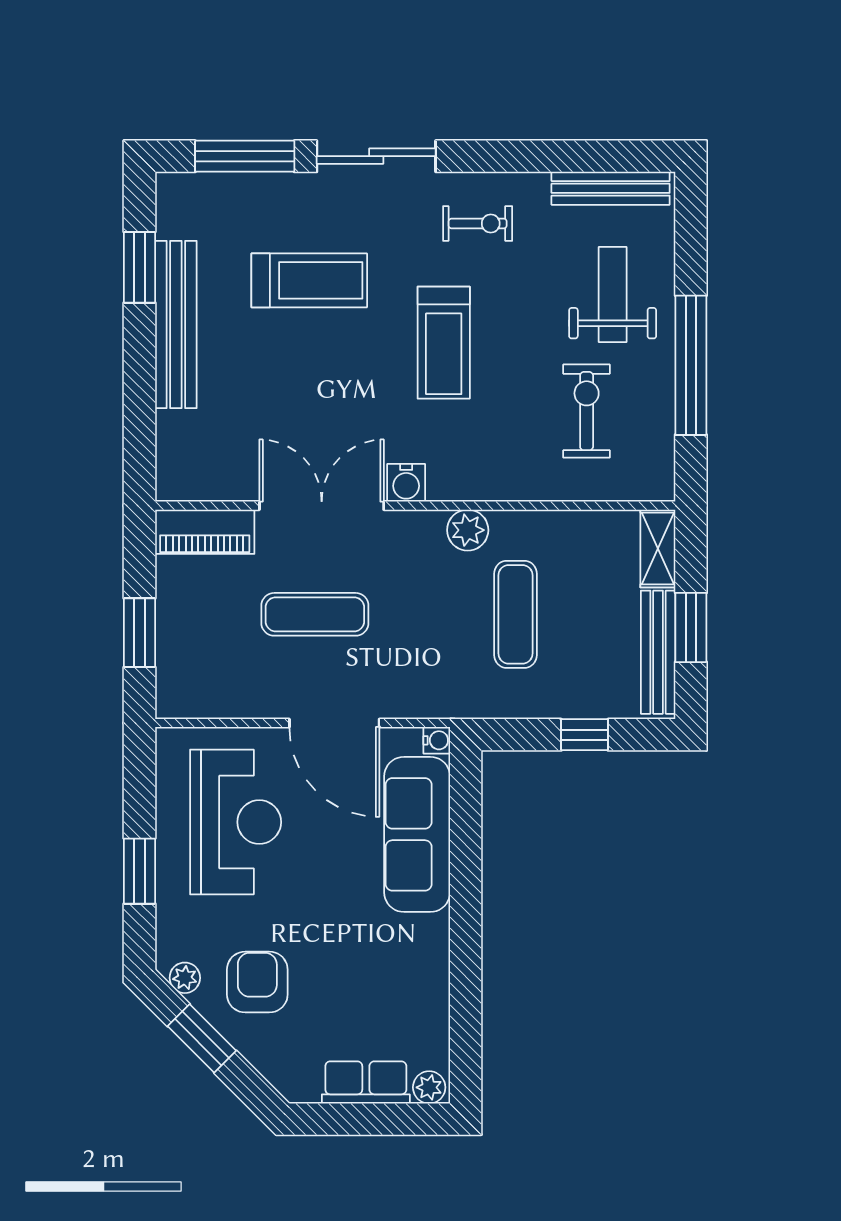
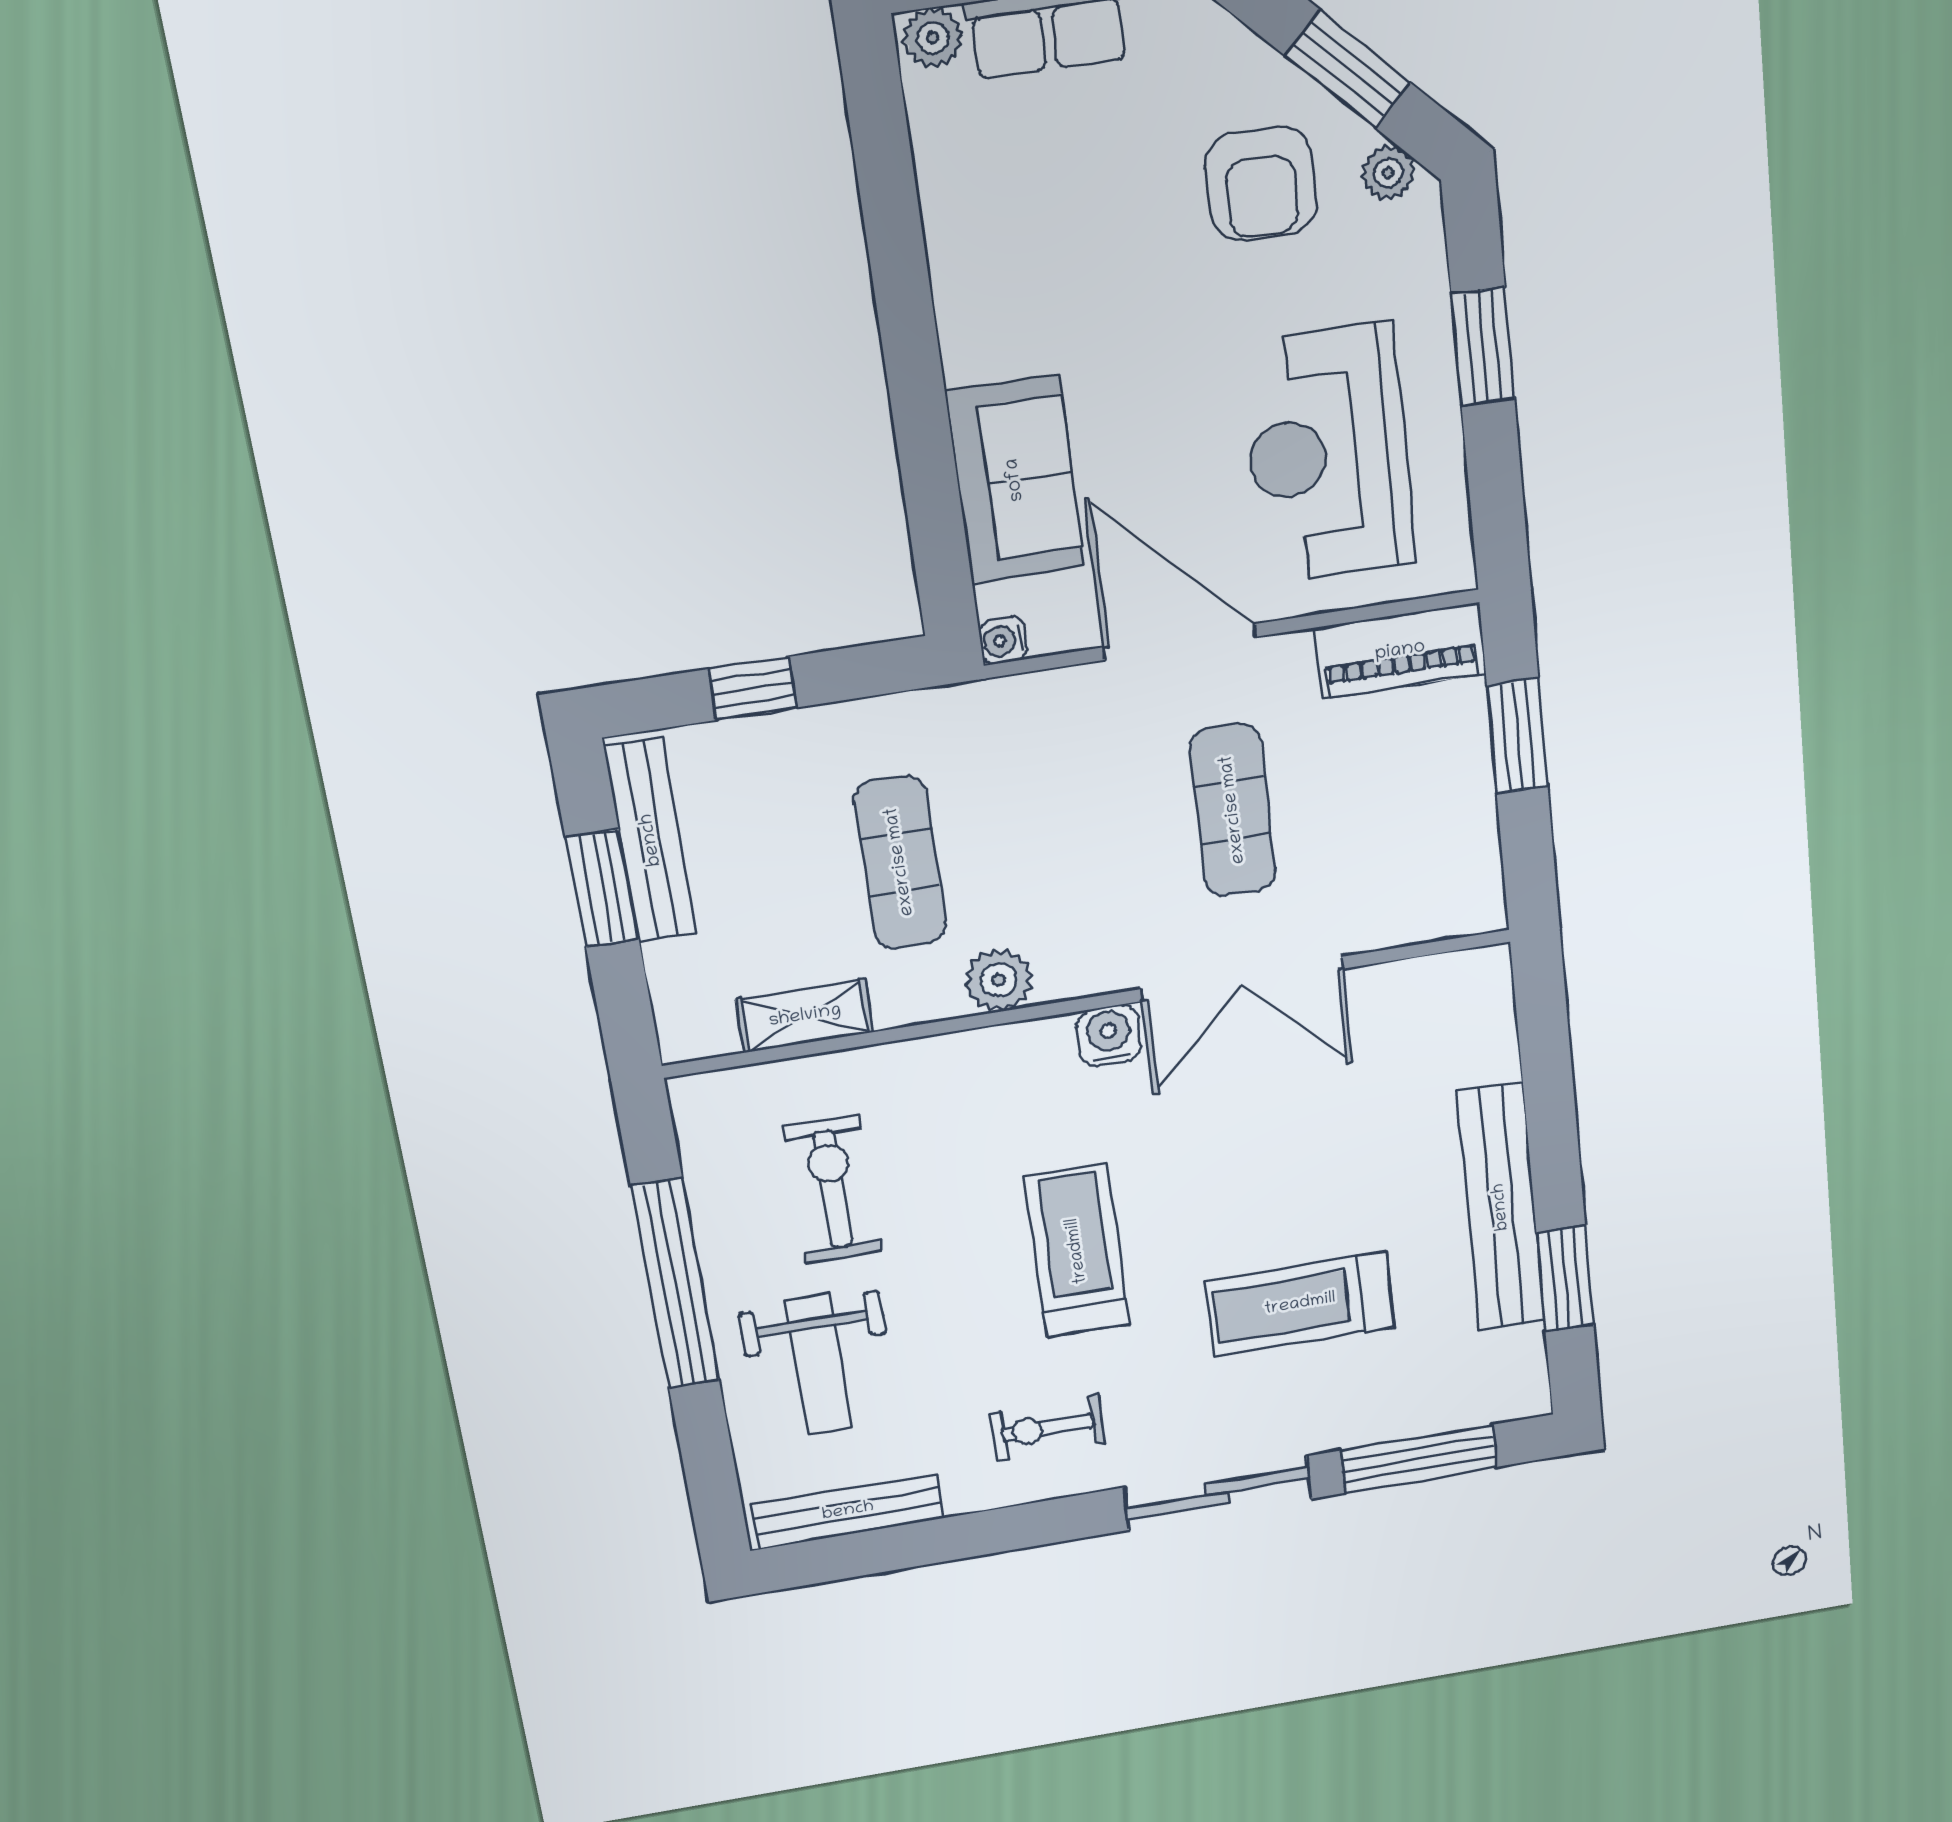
exercise bike: (587, 411) -> (833, 1189), turned 180
piano: (205, 532) -> (1400, 651), moved, turned 180
shelving: (658, 548) -> (805, 1016), moved, turned 90
exercise mat: (315, 614) -> (1233, 810), turned 90
sofa: (417, 834) -> (1015, 480), width x0.73

